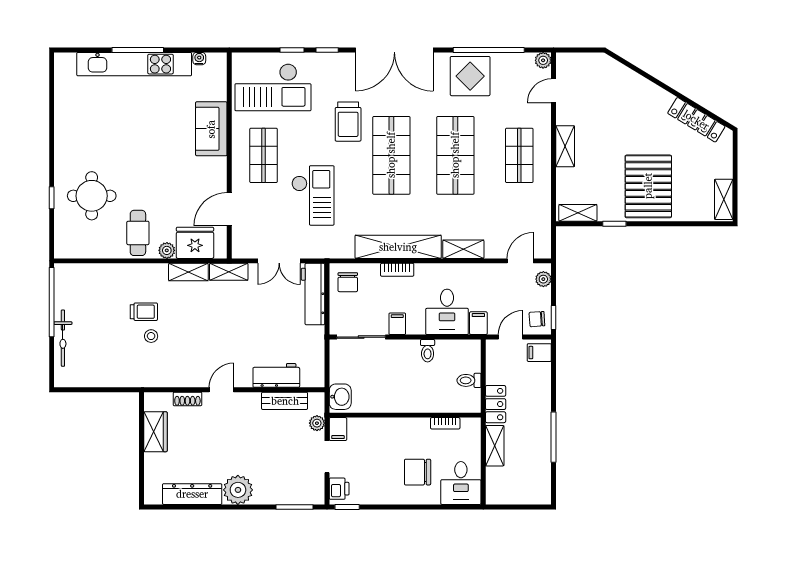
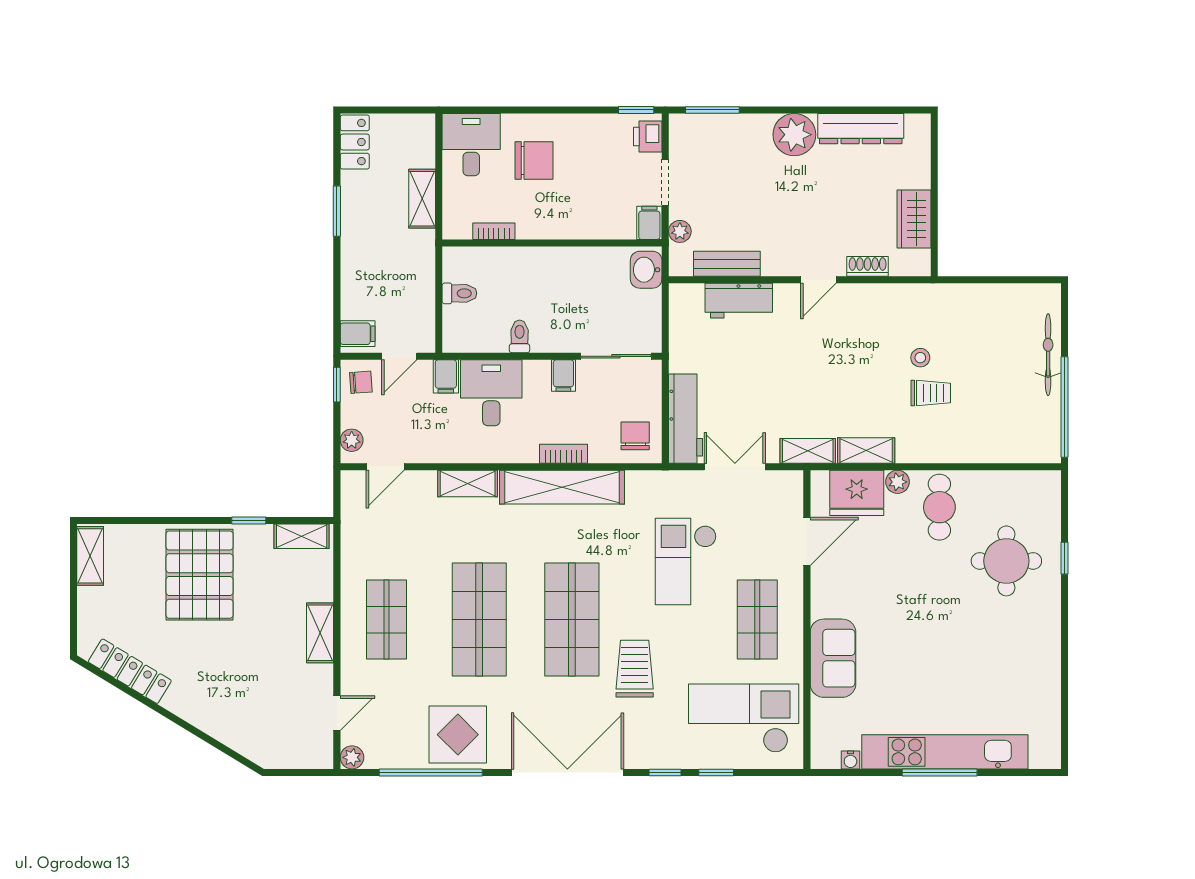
trolley: (144, 312) -> (931, 393), turned 180
locker: (496, 404) -> (355, 142), moved, turned 180
window: (554, 437) -> (337, 211), width x0.69

